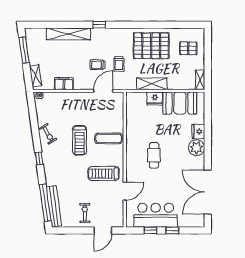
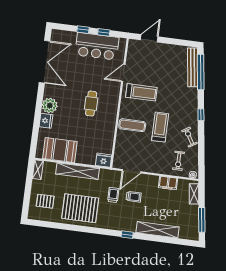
shelving: (152, 84) -> (78, 171), width x1.47
fridge: (155, 99) -> (104, 160), moved
exercise bike: (85, 213) -> (179, 161), moved

